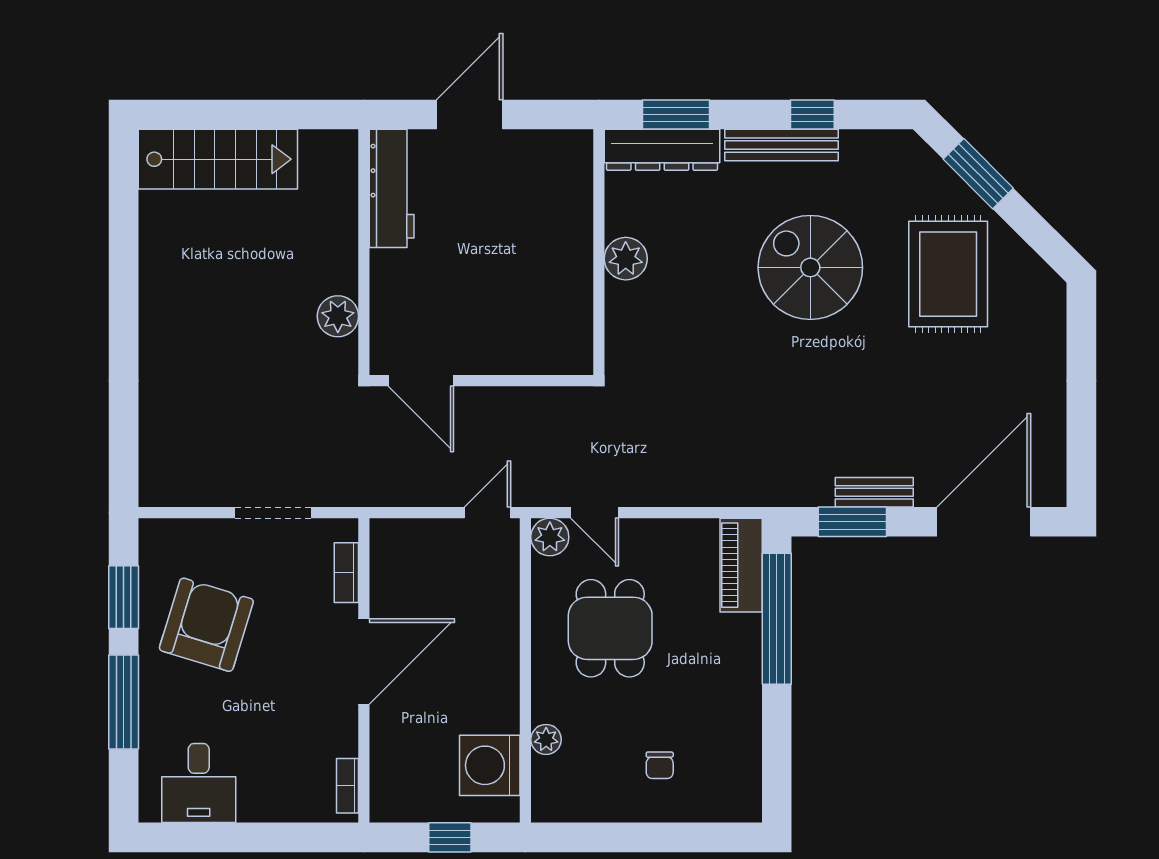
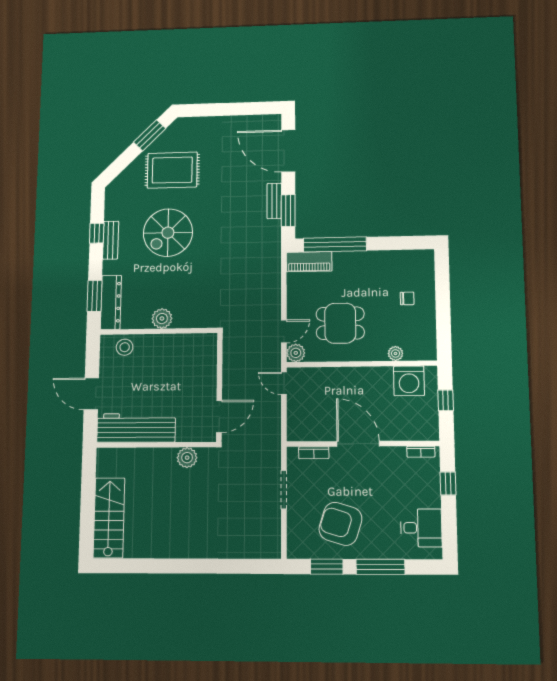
bench: (781, 145) -> (111, 240), width x0.73
window: (978, 174) -> (150, 135), moved
stool: (566, 181) -> (125, 347), added
workbench: (392, 188) -> (136, 428), width x1.36, depth x1.32
window: (285, 837) -> (448, 484), added

